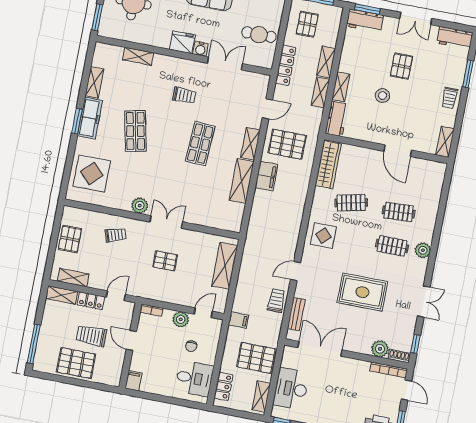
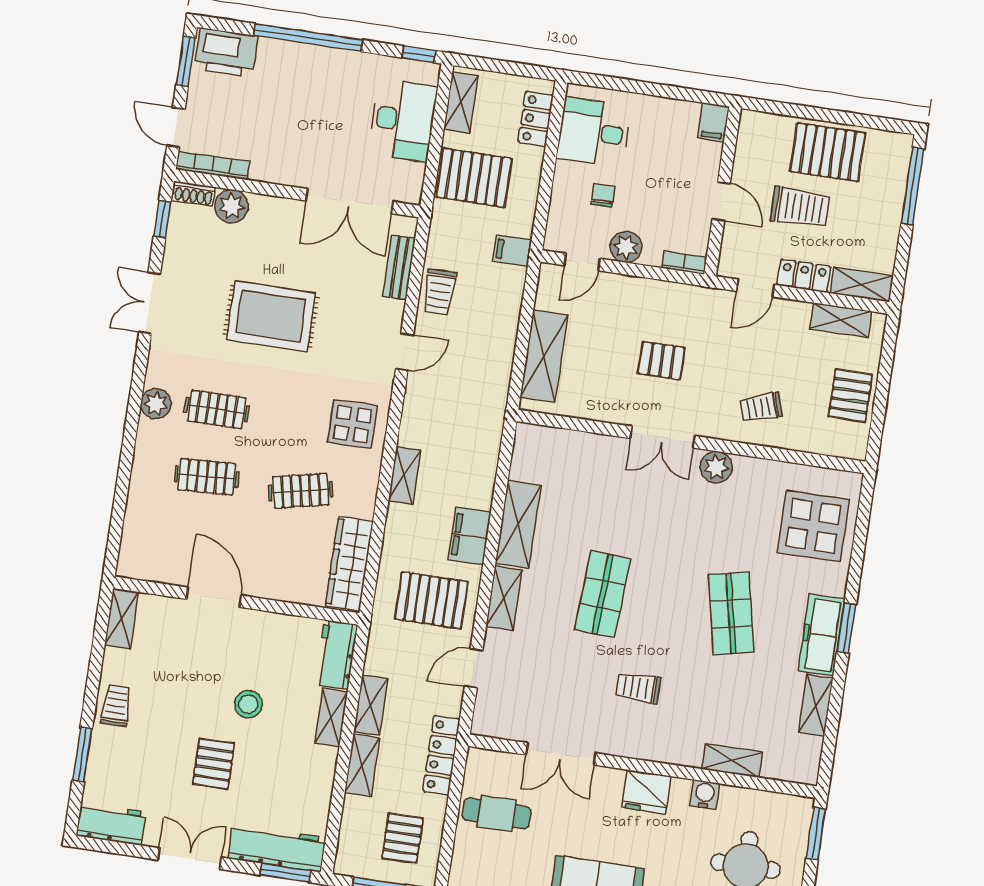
workbench: (365, 21) -> (277, 848), width x1.38
water cooler: (200, 49) -> (705, 795), moved
shelving: (298, 208) -> (404, 475), added

